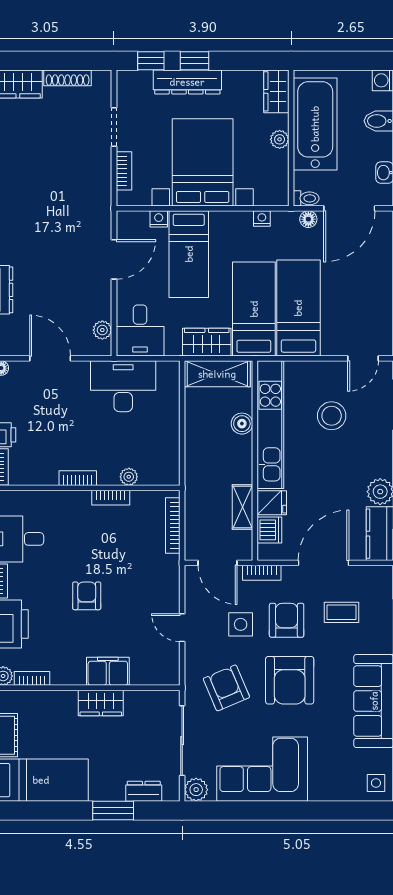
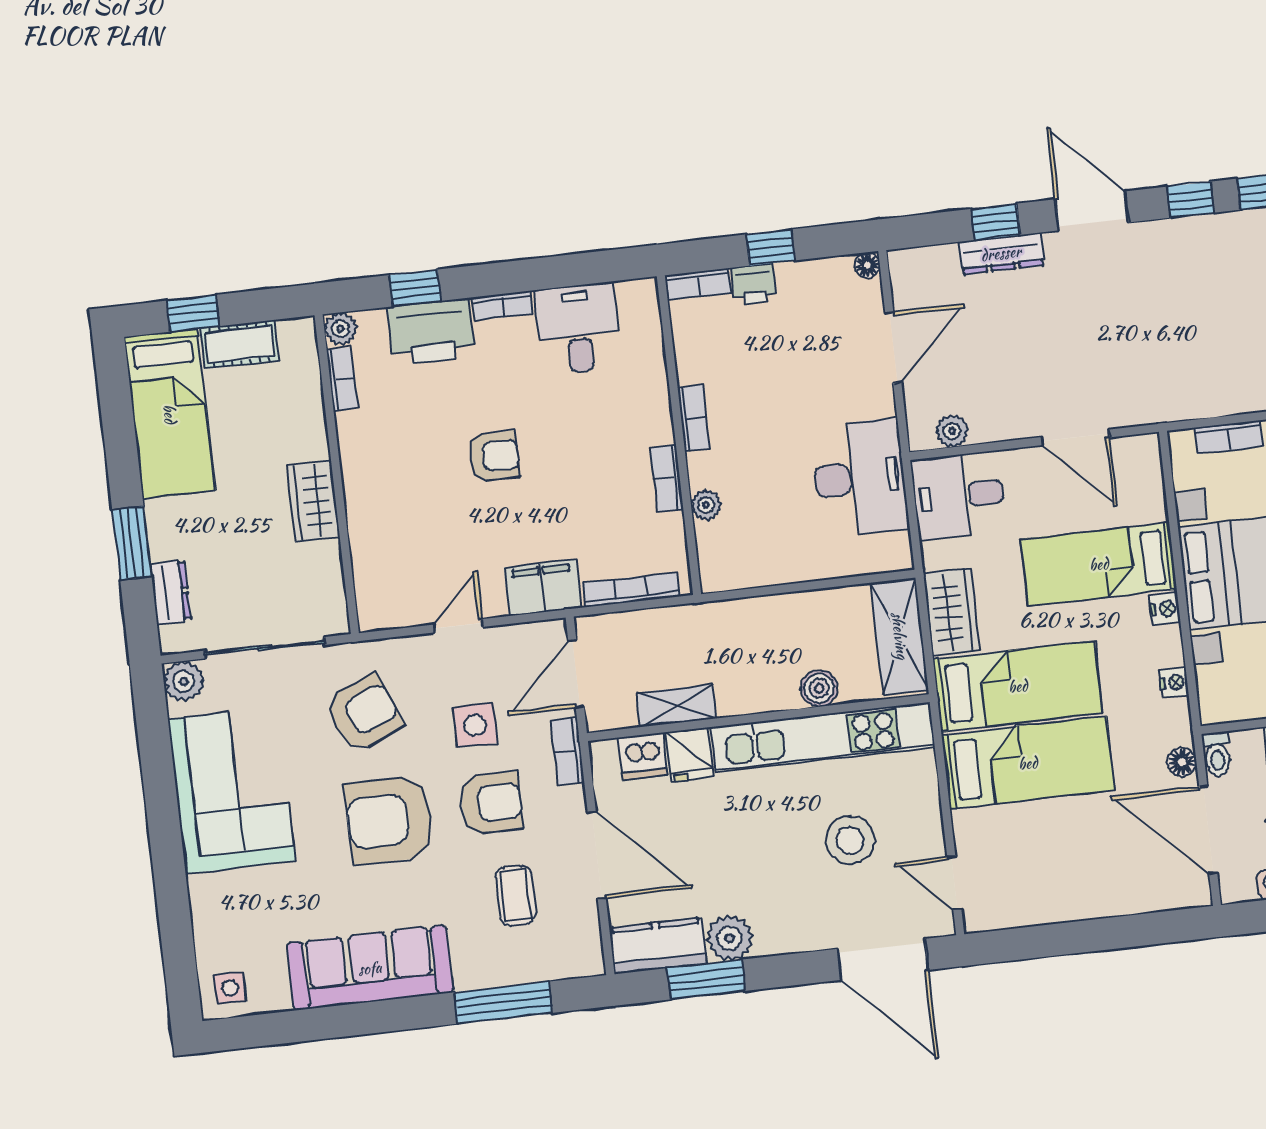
nightstand: (159, 219) -> (1165, 609), moved
filing cabinet: (108, 671) -> (543, 588), moved, turned -90

